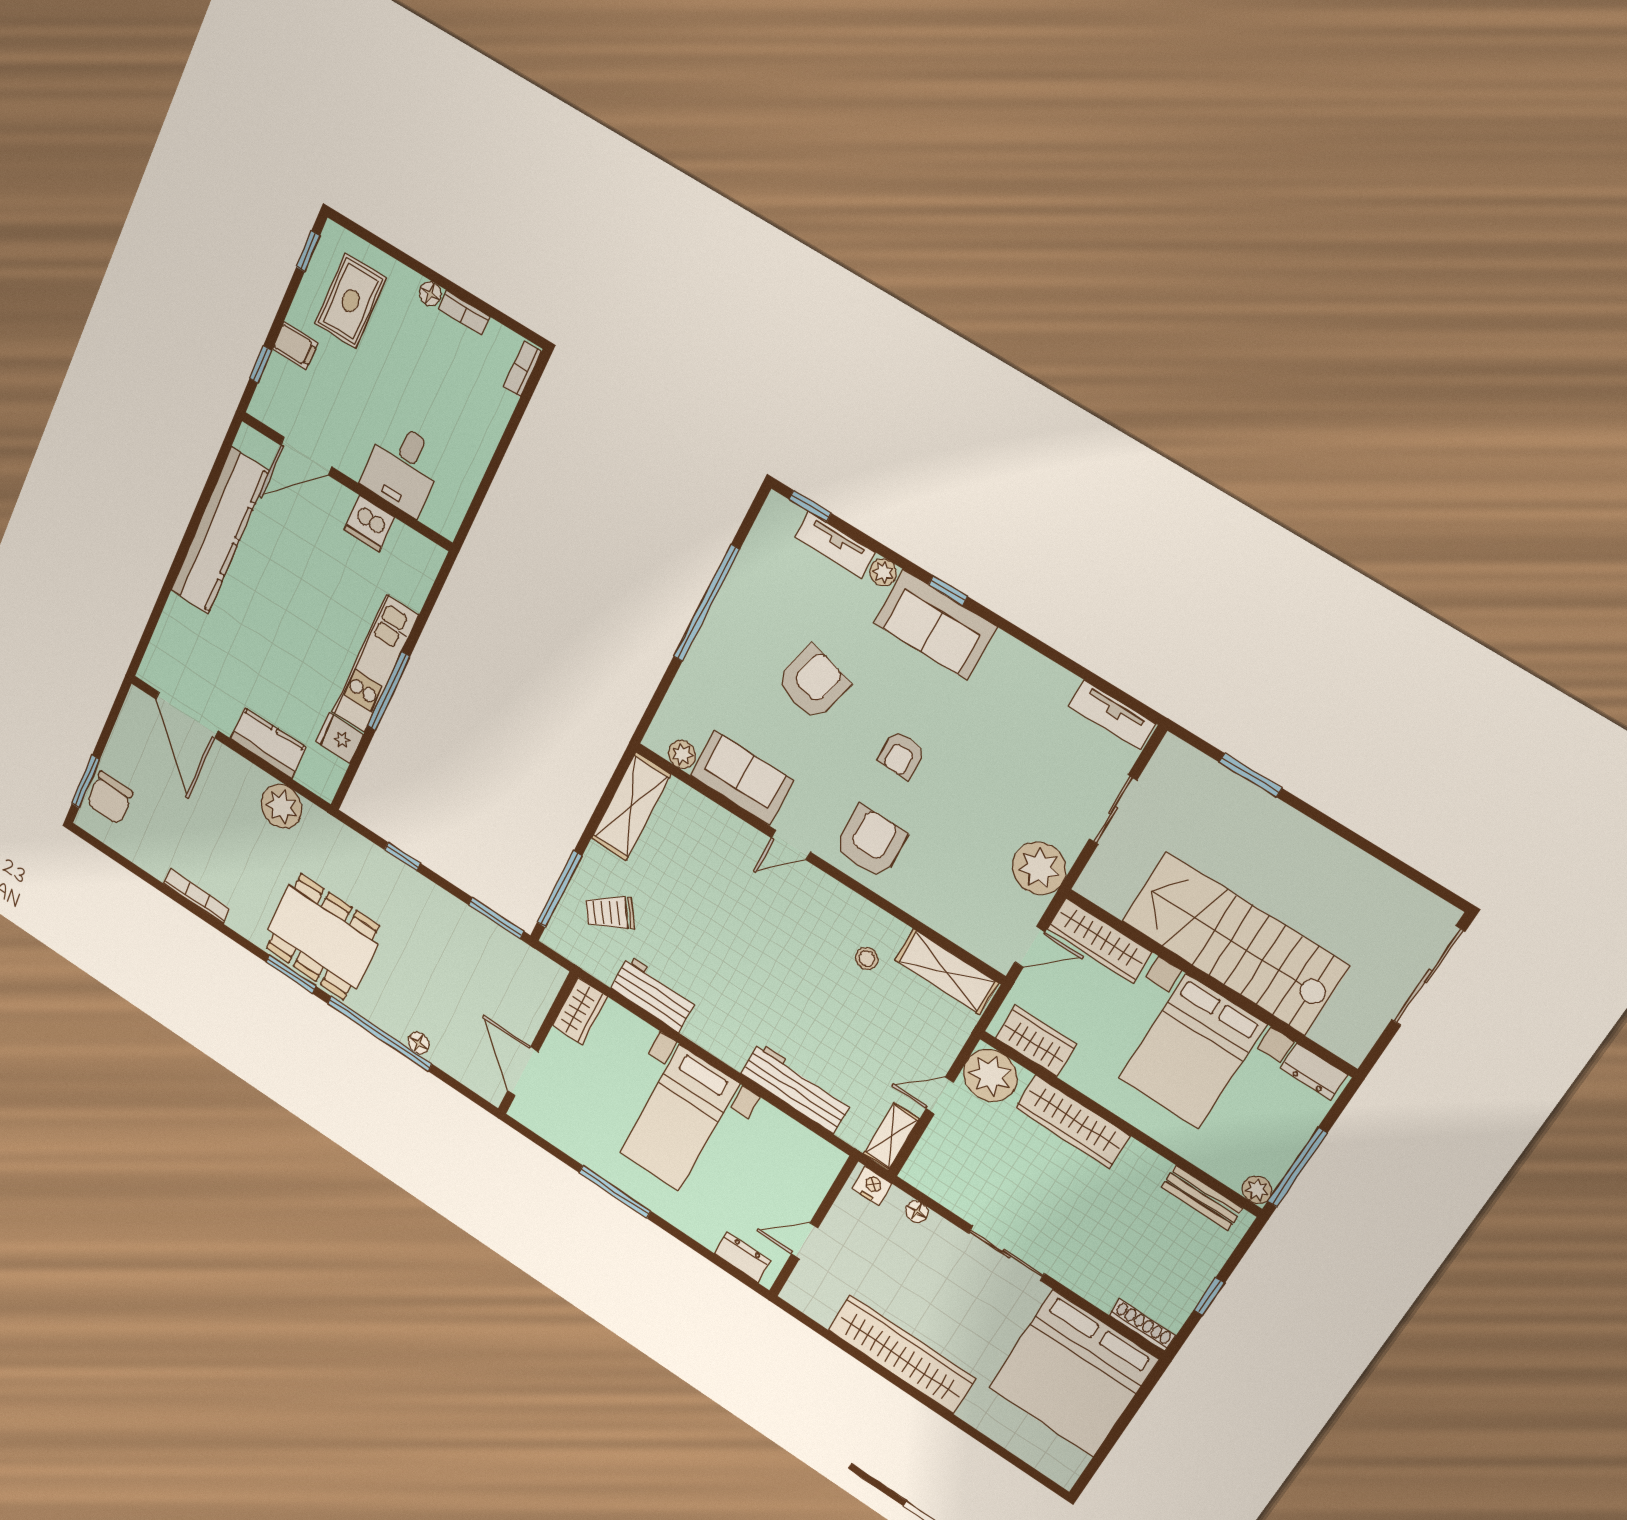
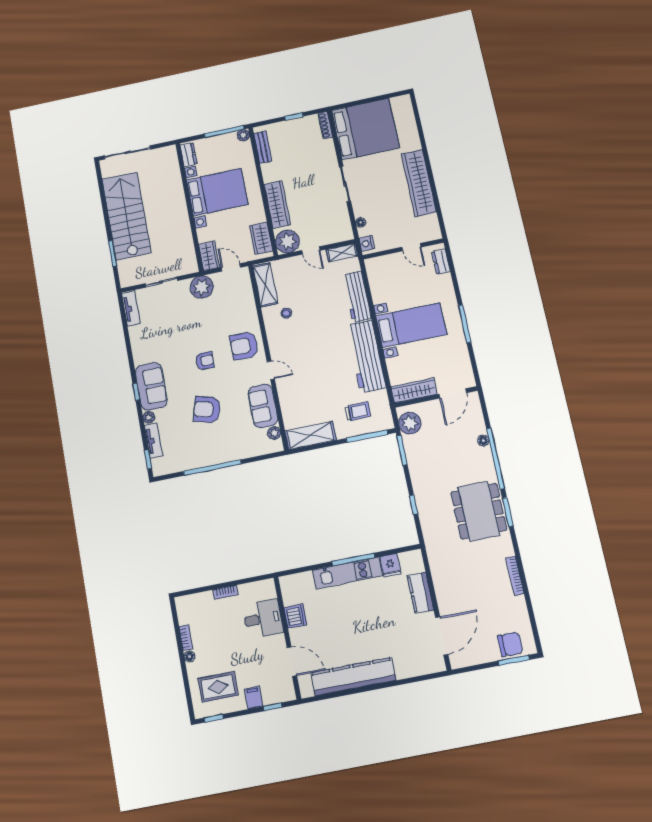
bookcase: (522, 369) -> (225, 592), moved
plant: (282, 806) -> (410, 423), moved
trolley: (610, 913) -> (358, 411), turned -57
wardrobe: (1100, 941) -> (209, 256), width x0.67
stairs: (1235, 943) -> (126, 216), moved, turned 180
workbench: (654, 994) -> (366, 356), width x1.88, depth x1.32
wardrobe: (580, 1011) -> (414, 391), width x1.50

